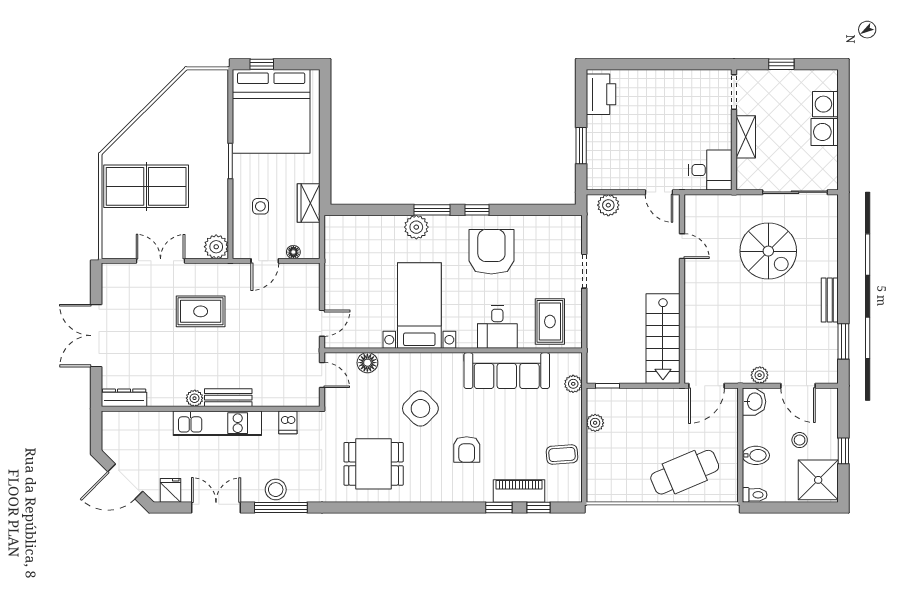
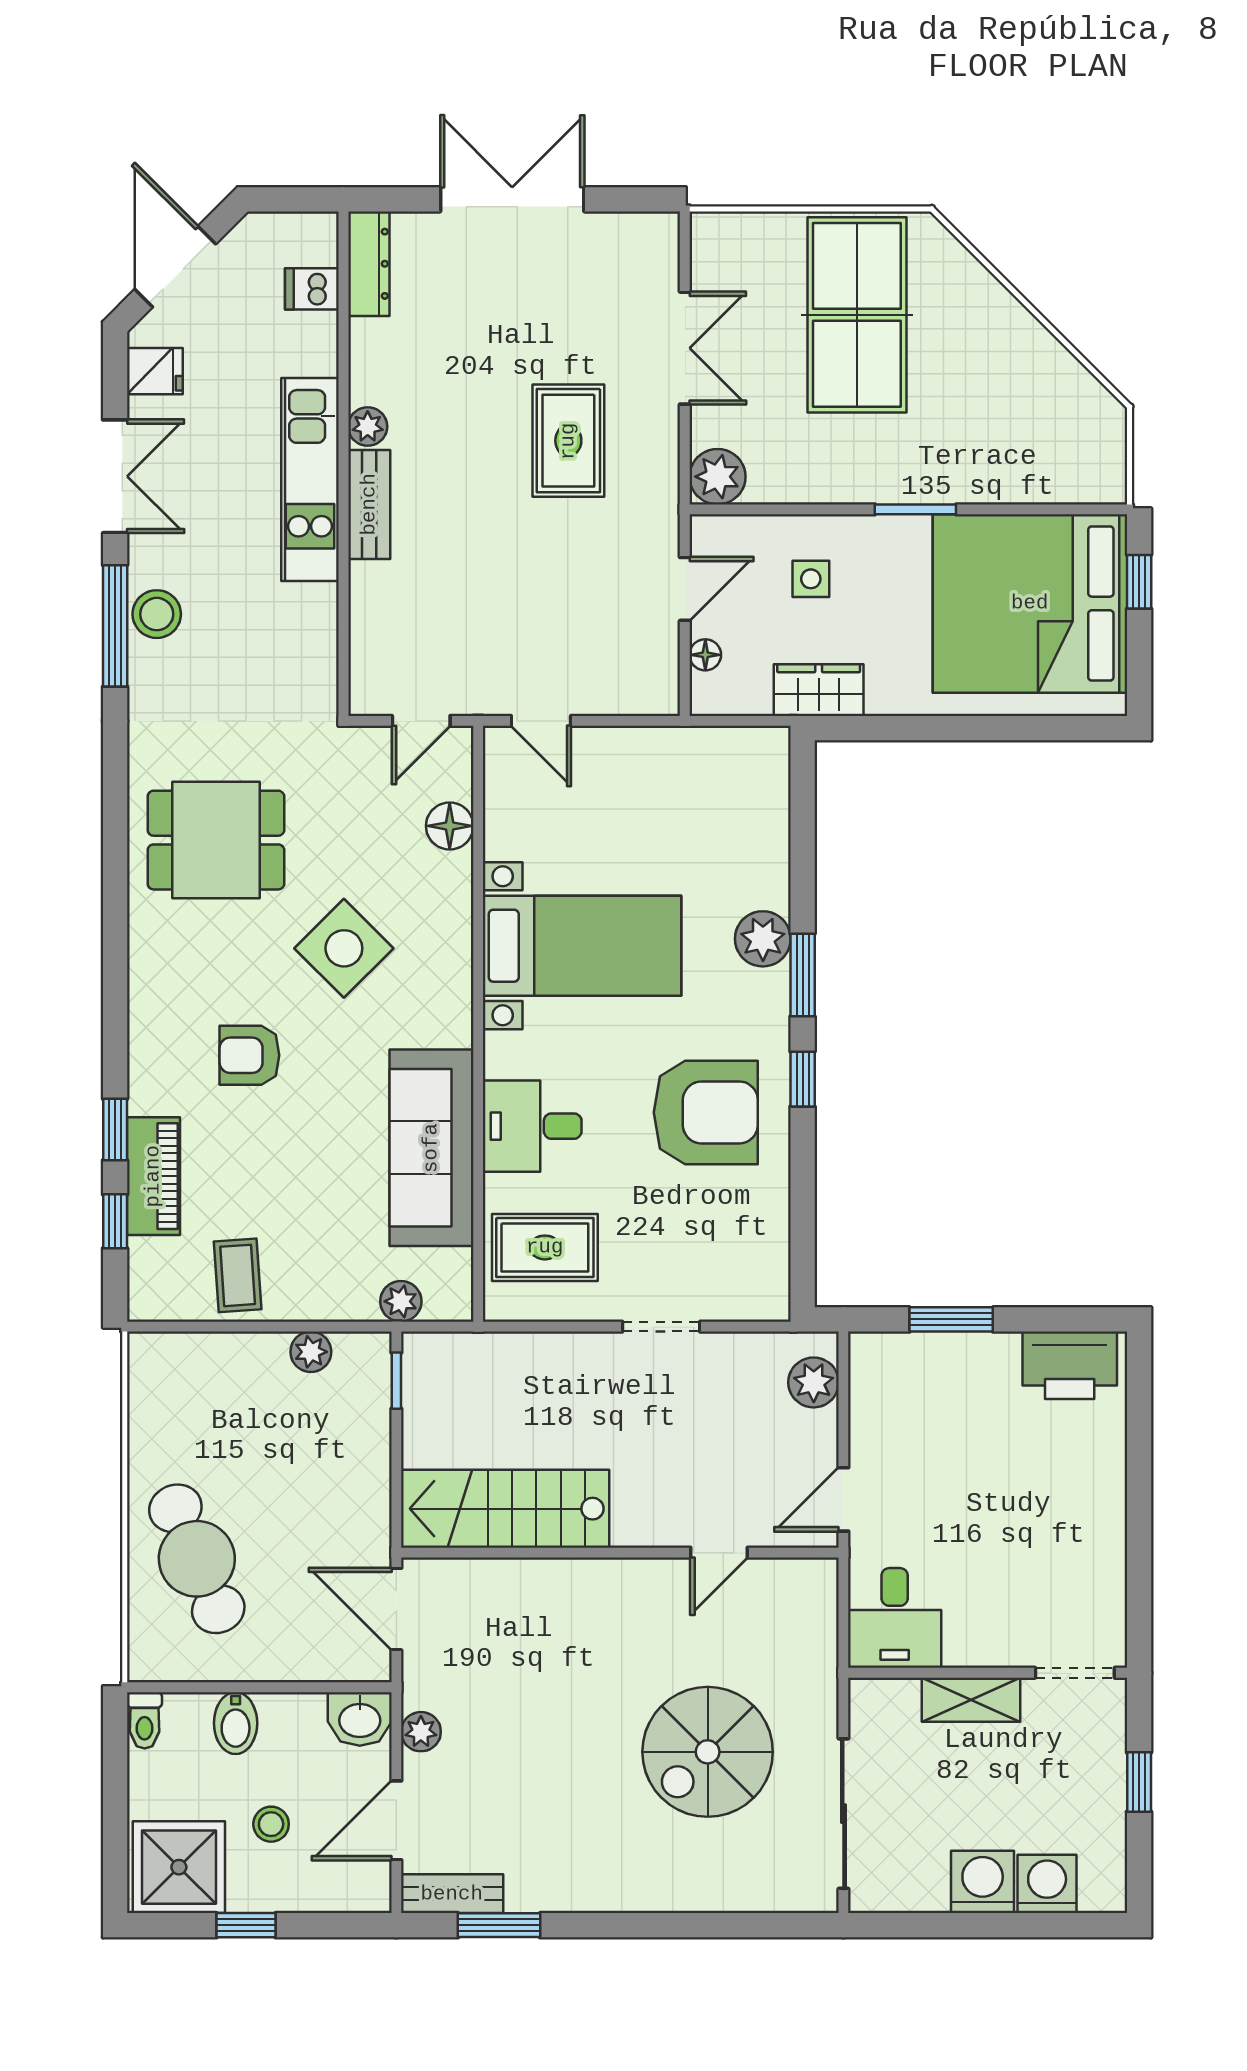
door: (265, 261) -> (685, 589), swing flipped
bench: (830, 300) -> (452, 1894), moved
dishwasher: (288, 422) -> (312, 289), moved
dining table: (374, 464) -> (216, 840), turned 90

